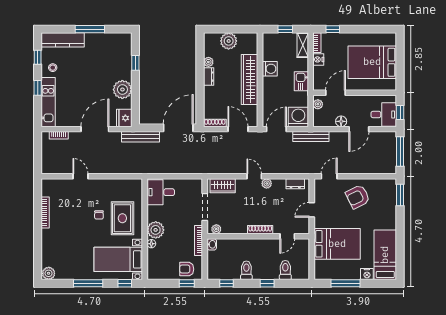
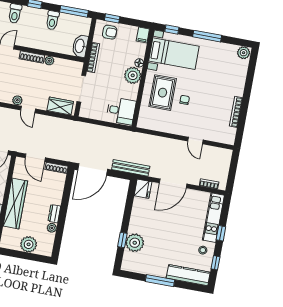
plant: (122, 89) -> (135, 243), moved
plant: (216, 229) -> (49, 61), moved
washbasin: (212, 244) -> (80, 46), width x1.91, depth x1.45
filing cabinet: (153, 272) -> (143, 35), added
window: (226, 283) -> (74, 11), width x2.17

